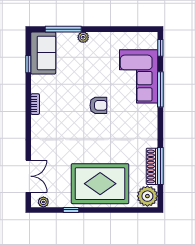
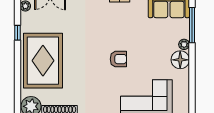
floor lamp: (99, 41) -> (180, 60), added
armchair: (98, 105) -> (118, 59), turned -90

